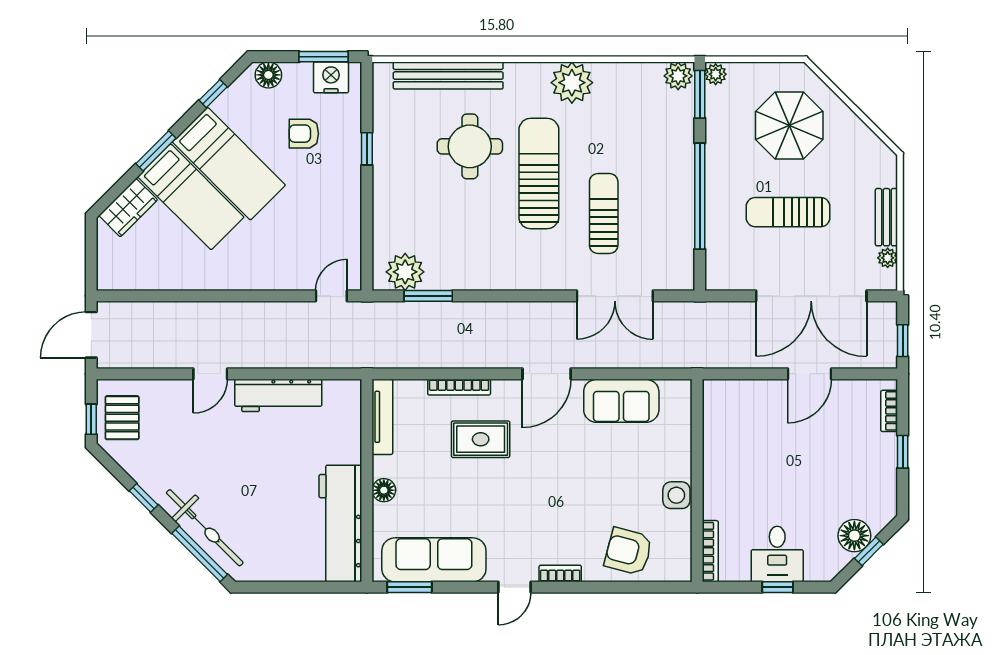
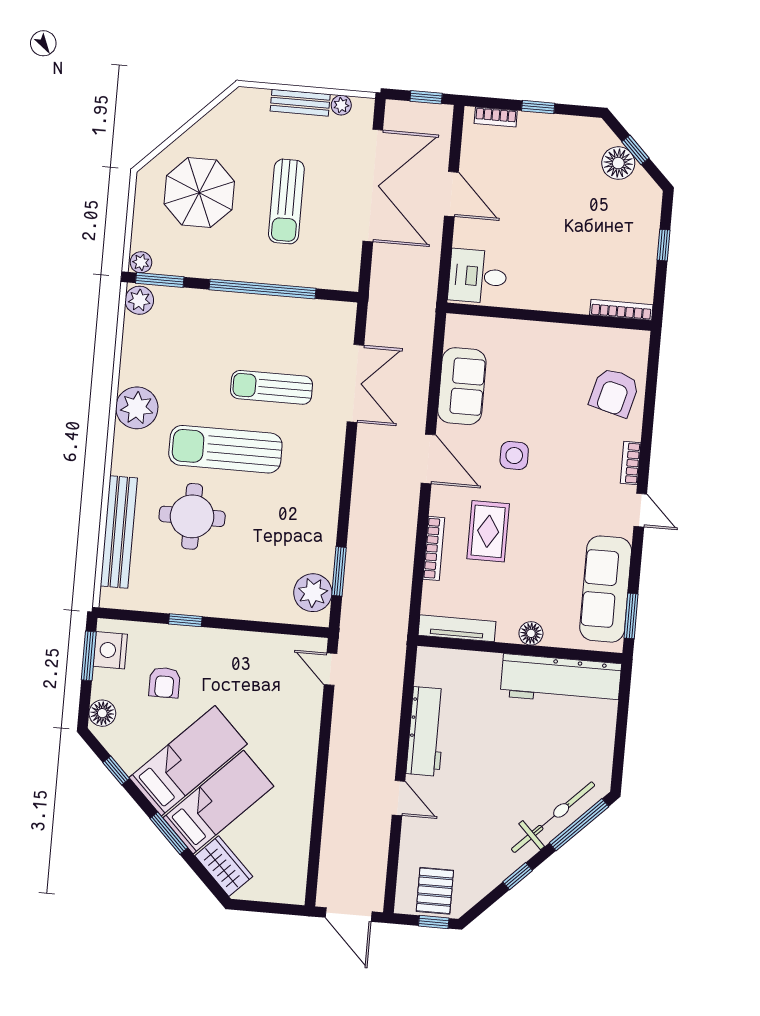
pallet: (122, 418) -> (435, 891), turned 90
side table: (676, 495) -> (514, 456), moved
desk: (777, 554) -> (478, 276), moved, turned 180

